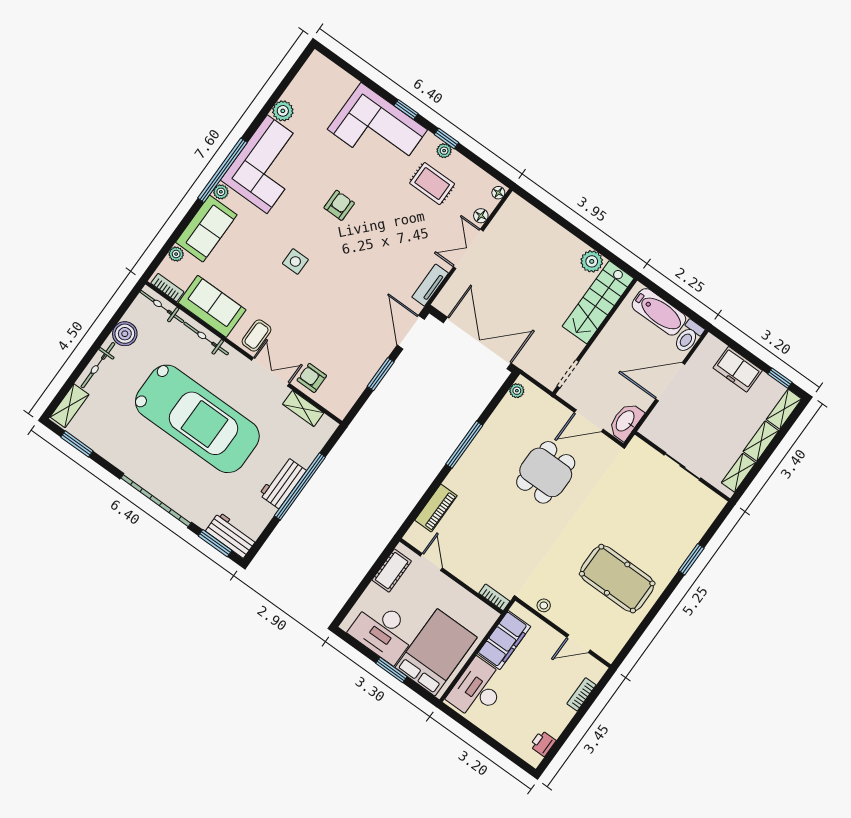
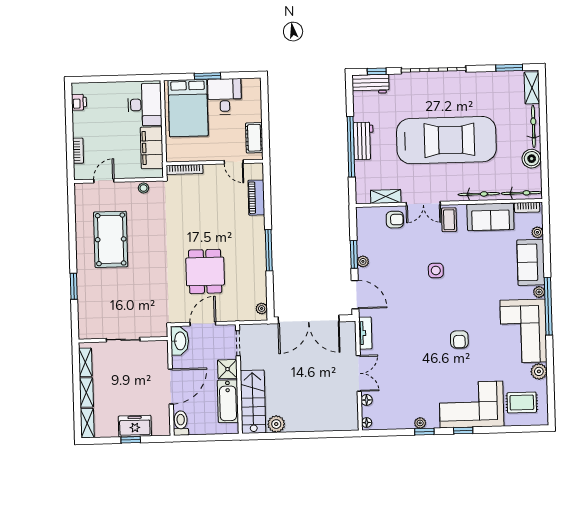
rug: (432, 184) -> (522, 403), moved
side table: (295, 261) -> (436, 270), moved
bathtub: (659, 312) -> (228, 401), moved, turned -90
shower: (599, 355) -> (227, 369), added
plant: (377, 360) -> (363, 261), added
window: (780, 378) -> (131, 440), moved
car: (197, 419) -> (446, 140), turned 180
window: (215, 543) -> (377, 71), width x0.67
pool table: (617, 579) -> (111, 239), turned 90
bookcase: (494, 597) -> (185, 170), width x1.56
desk: (383, 631) -> (225, 96), width x0.73

